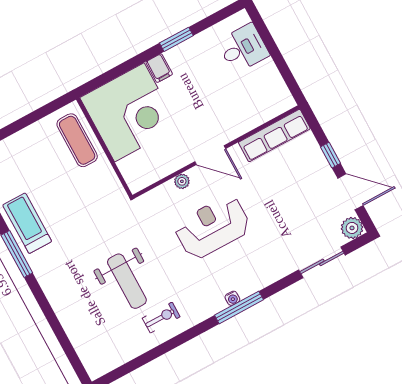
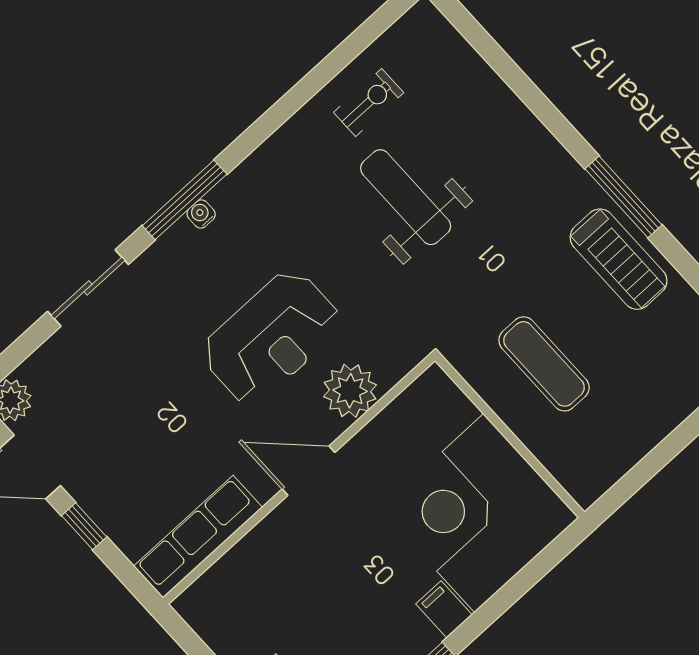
exercise mat: (77, 140) -> (544, 364), moved
plant: (182, 181) -> (350, 391), width x1.88, depth x1.88
sliding door: (322, 262) -> (88, 288), moved
exercise bike: (161, 317) -> (369, 102), moved, turned 180

